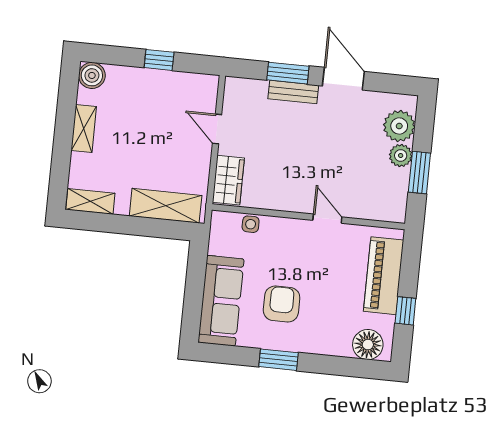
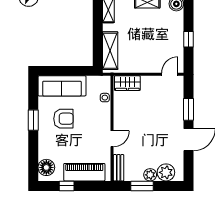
bench: (293, 92) -> (119, 168), moved
door: (217, 129) -> (170, 74), moved

